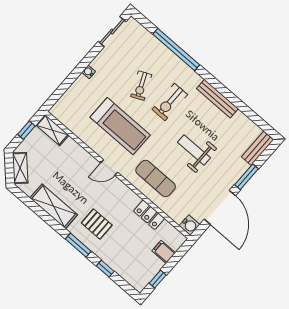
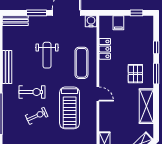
treadmill: (120, 126) -> (70, 108), turned 180

